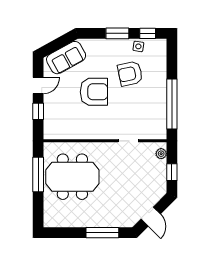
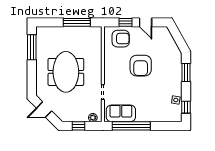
window: (117, 33) -> (186, 72), moved
sofa: (66, 58) -> (121, 113), moved, turned 119
armchair: (130, 74) -> (121, 39), moved, turned 102
meeting table: (72, 177) -> (66, 72), moved
window: (102, 233) -> (32, 47), moved

